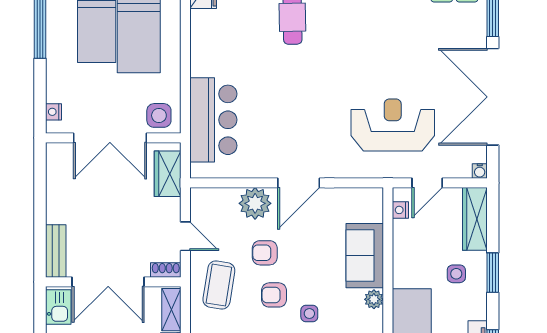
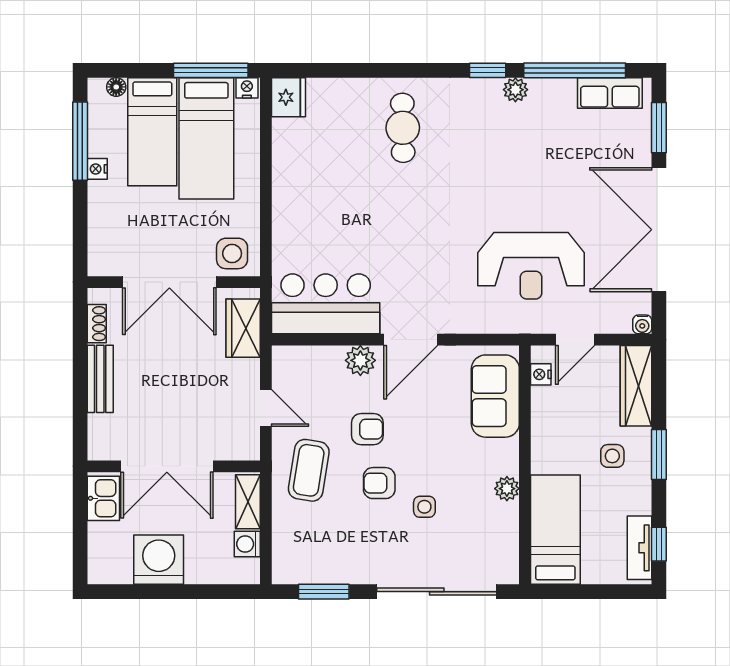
nightstand: (54, 112) -> (97, 169), moved
bar counter: (213, 120) -> (326, 304), moved, turned -90
reception desk: (393, 125) -> (531, 266), turned 180
plant: (255, 203) -> (360, 360), width x0.73, depth x0.73
bench: (56, 251) -> (100, 379), moved
armchair: (265, 253) -> (367, 429), turned 180
sofa: (365, 256) -> (495, 396), moved
shoe rack: (166, 270) -> (97, 324), moved, turned 90

